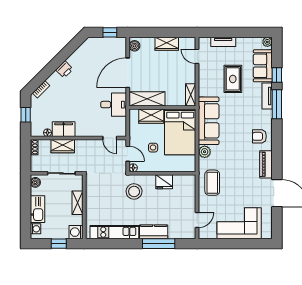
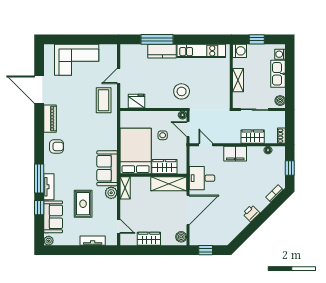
sofa: (209, 121) -> (107, 168), width x0.73
filing cabinet: (64, 129) -> (235, 154), moved
plant: (205, 152) -> (111, 193), moved
fridge: (164, 182) -> (136, 101), moved
door: (197, 220) -> (119, 76), moved

